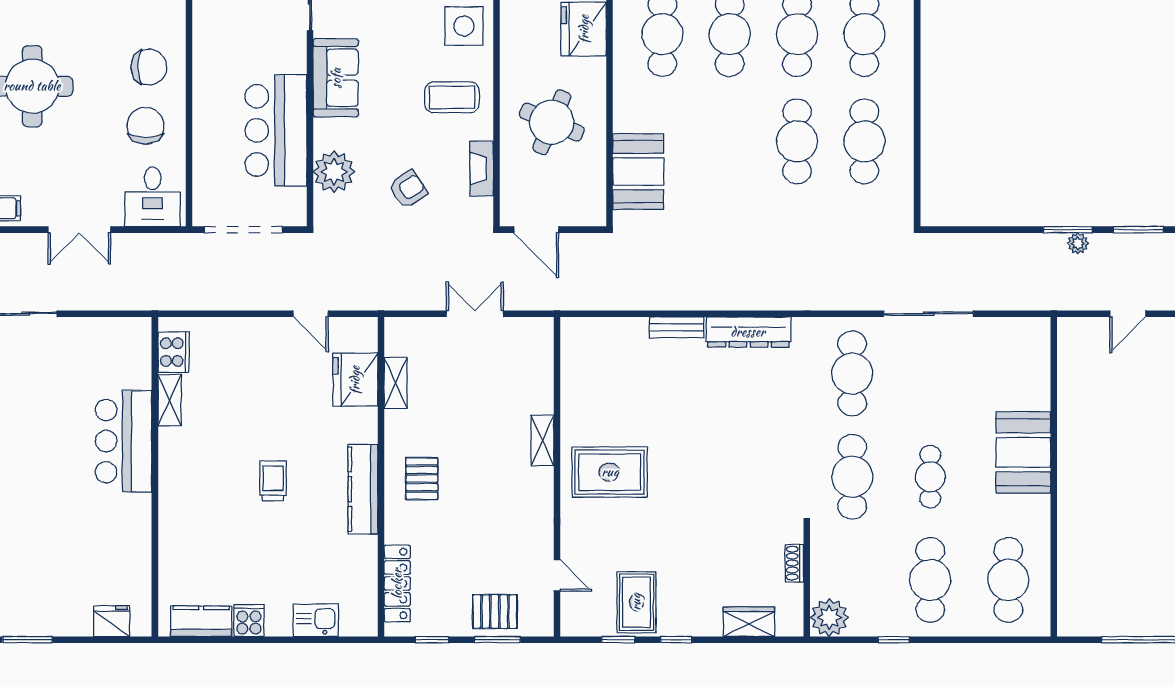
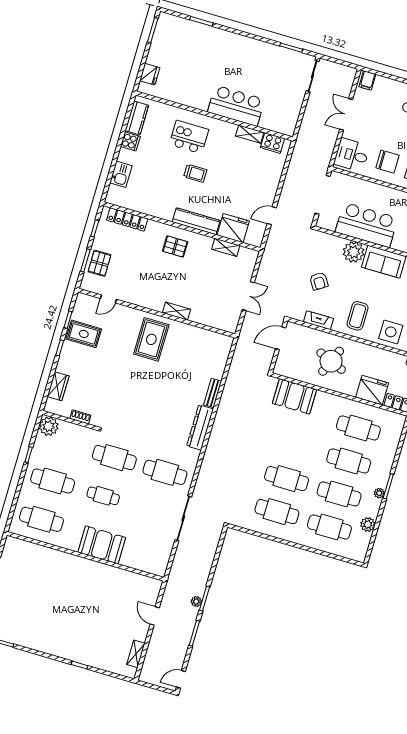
plant: (334, 172) -> (354, 252), moved
kitchen counter: (363, 489) -> (196, 221), moved
kitchen island: (208, 513) -> (189, 137), added

